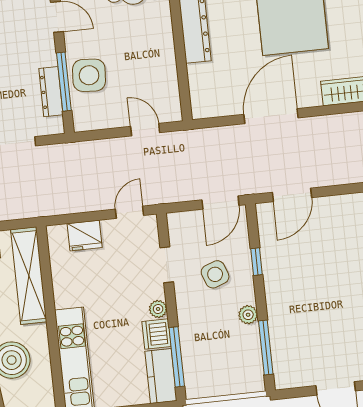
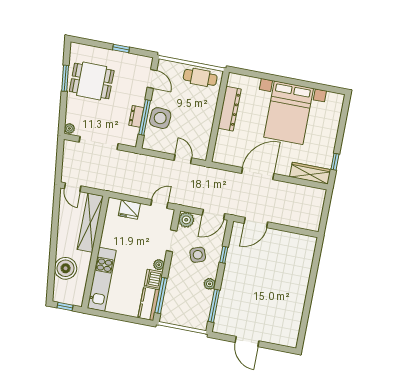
dresser: (51, 92) -> (136, 116), width x0.70
plant: (180, 224) -> (186, 220), added

